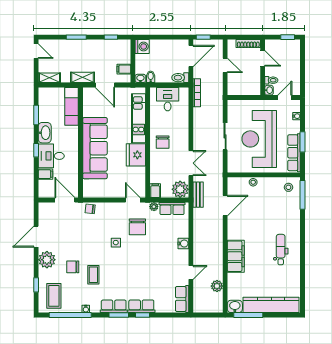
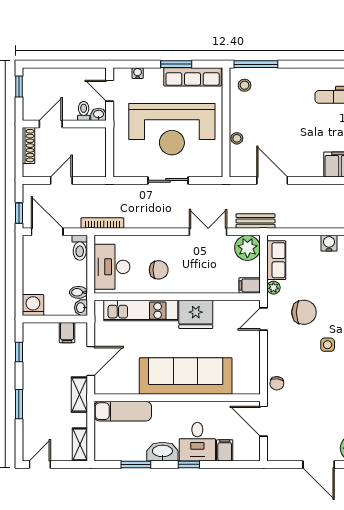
desk: (168, 99) -> (112, 267), width x1.37
chair: (163, 142) -> (159, 270), moved
door: (65, 200) -> (264, 421), hinge flipped

